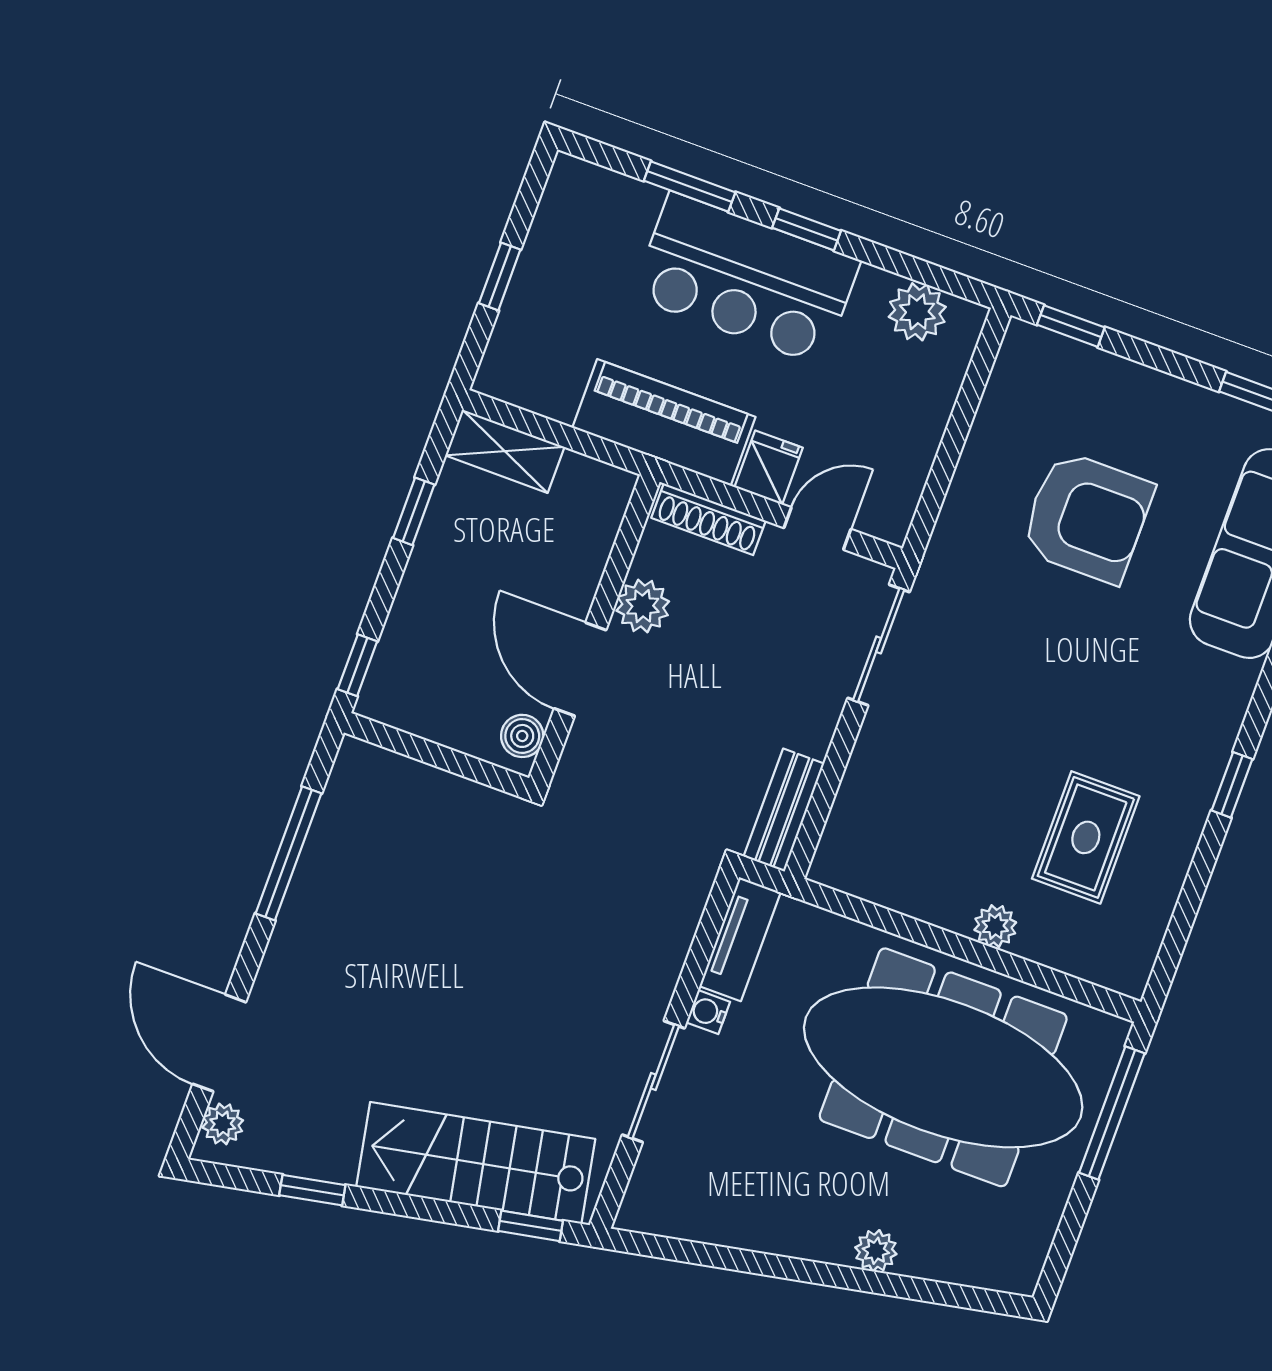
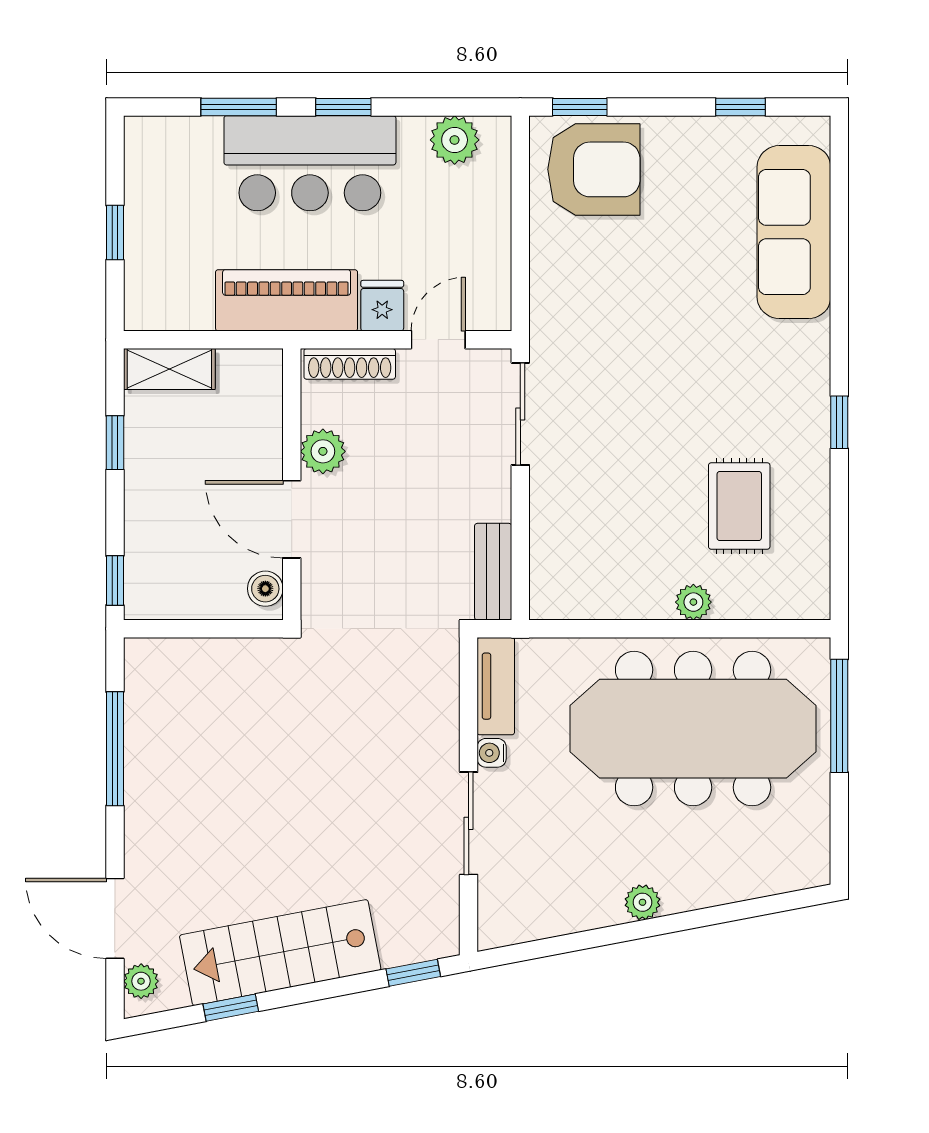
armchair: (1087, 517) -> (594, 169), moved
stairs: (476, 1163) -> (280, 953), moved
plant: (876, 1251) -> (642, 902), moved

